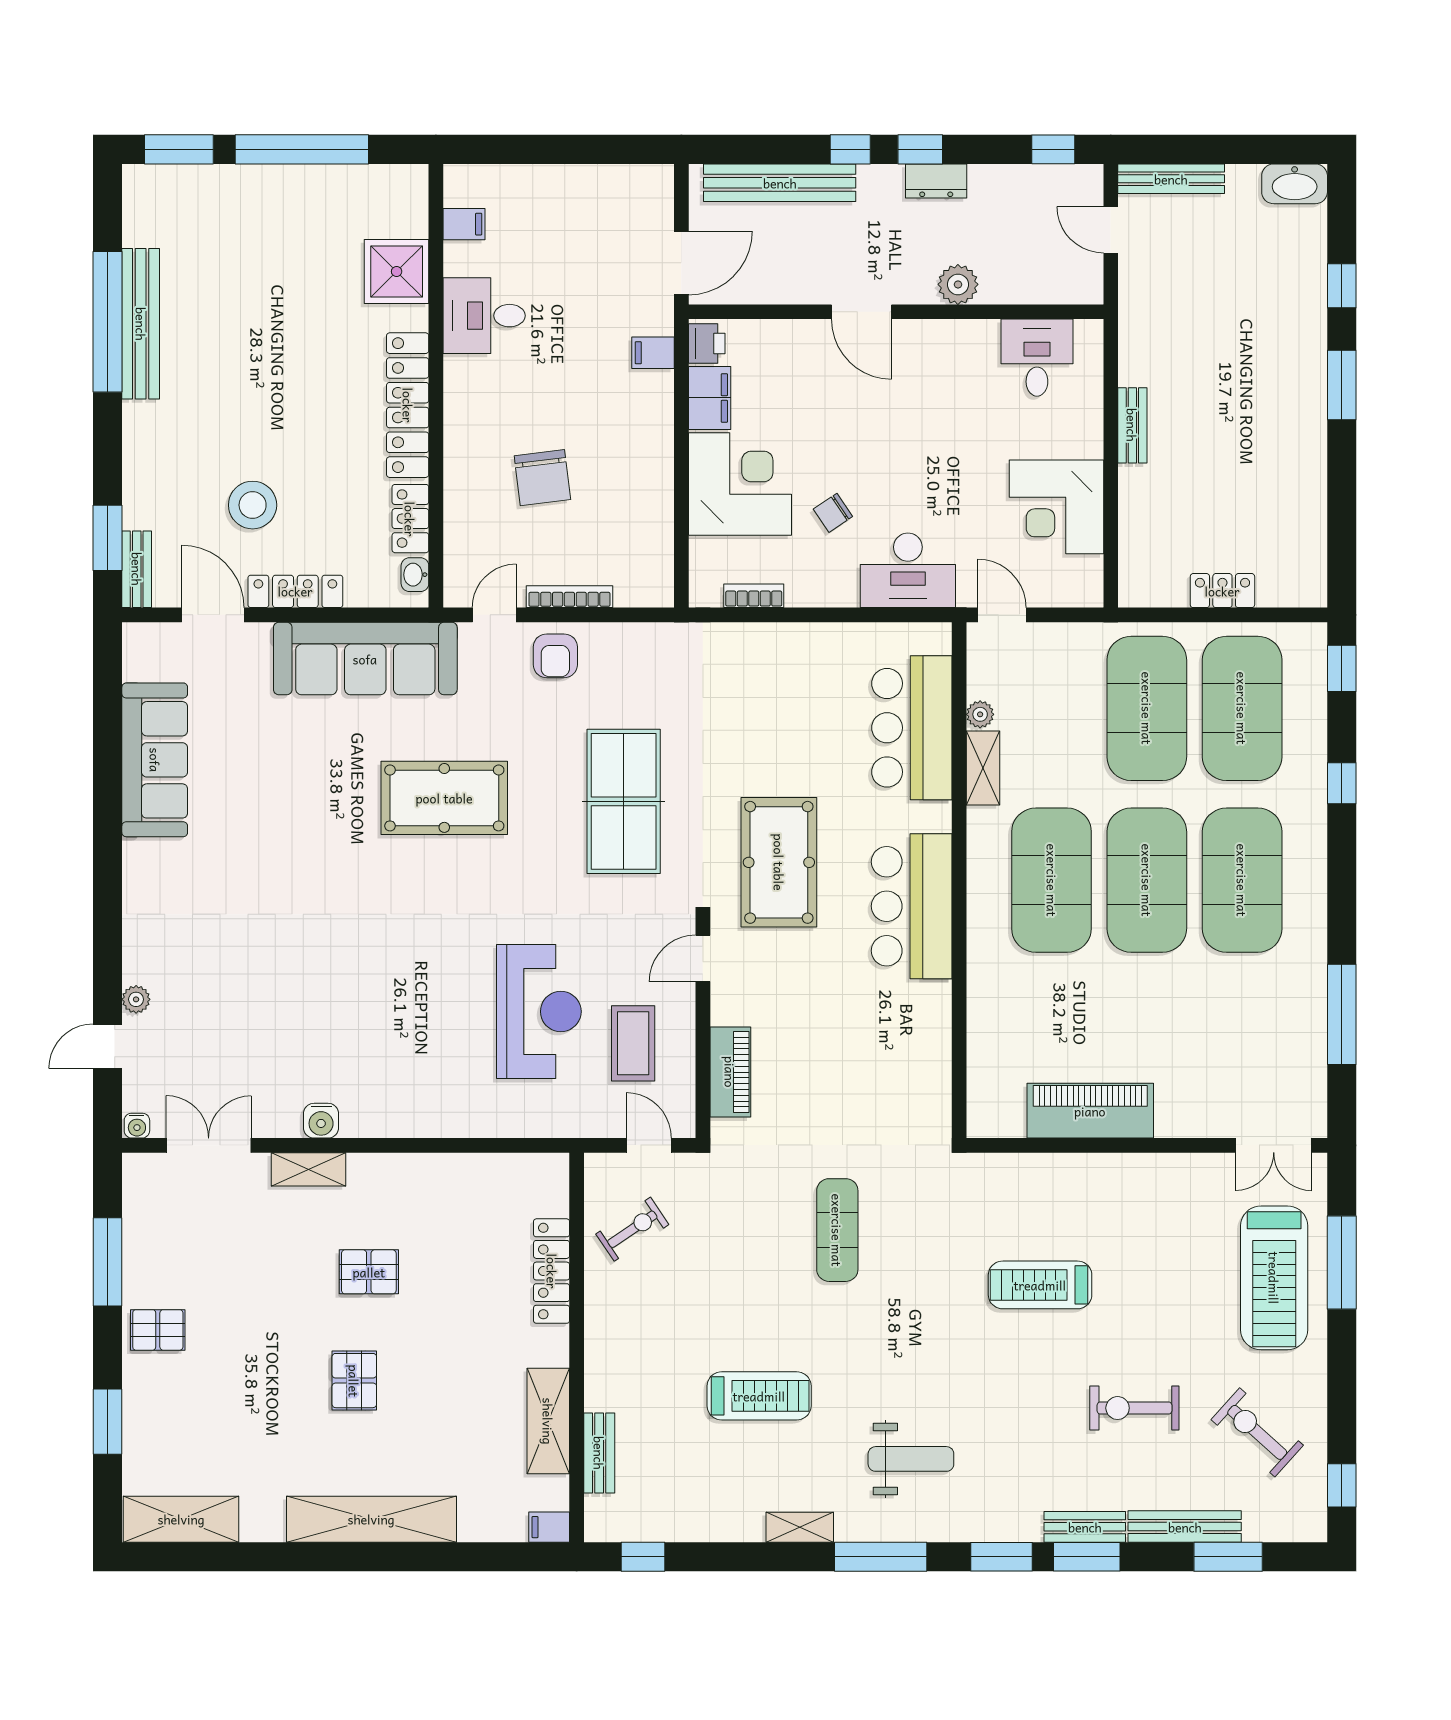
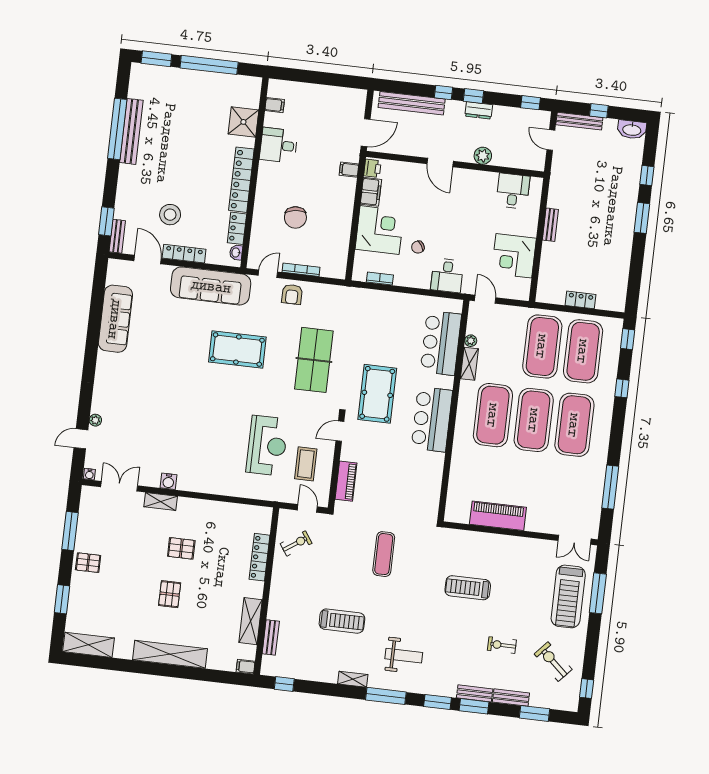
window: (1214, 149) -> (599, 111), added
desk: (908, 570) -> (447, 275), width x0.73
exercise bike: (1134, 1408) -> (502, 645), width x0.73, depth x0.72
bench: (1185, 1527) -> (511, 698), width x0.73

